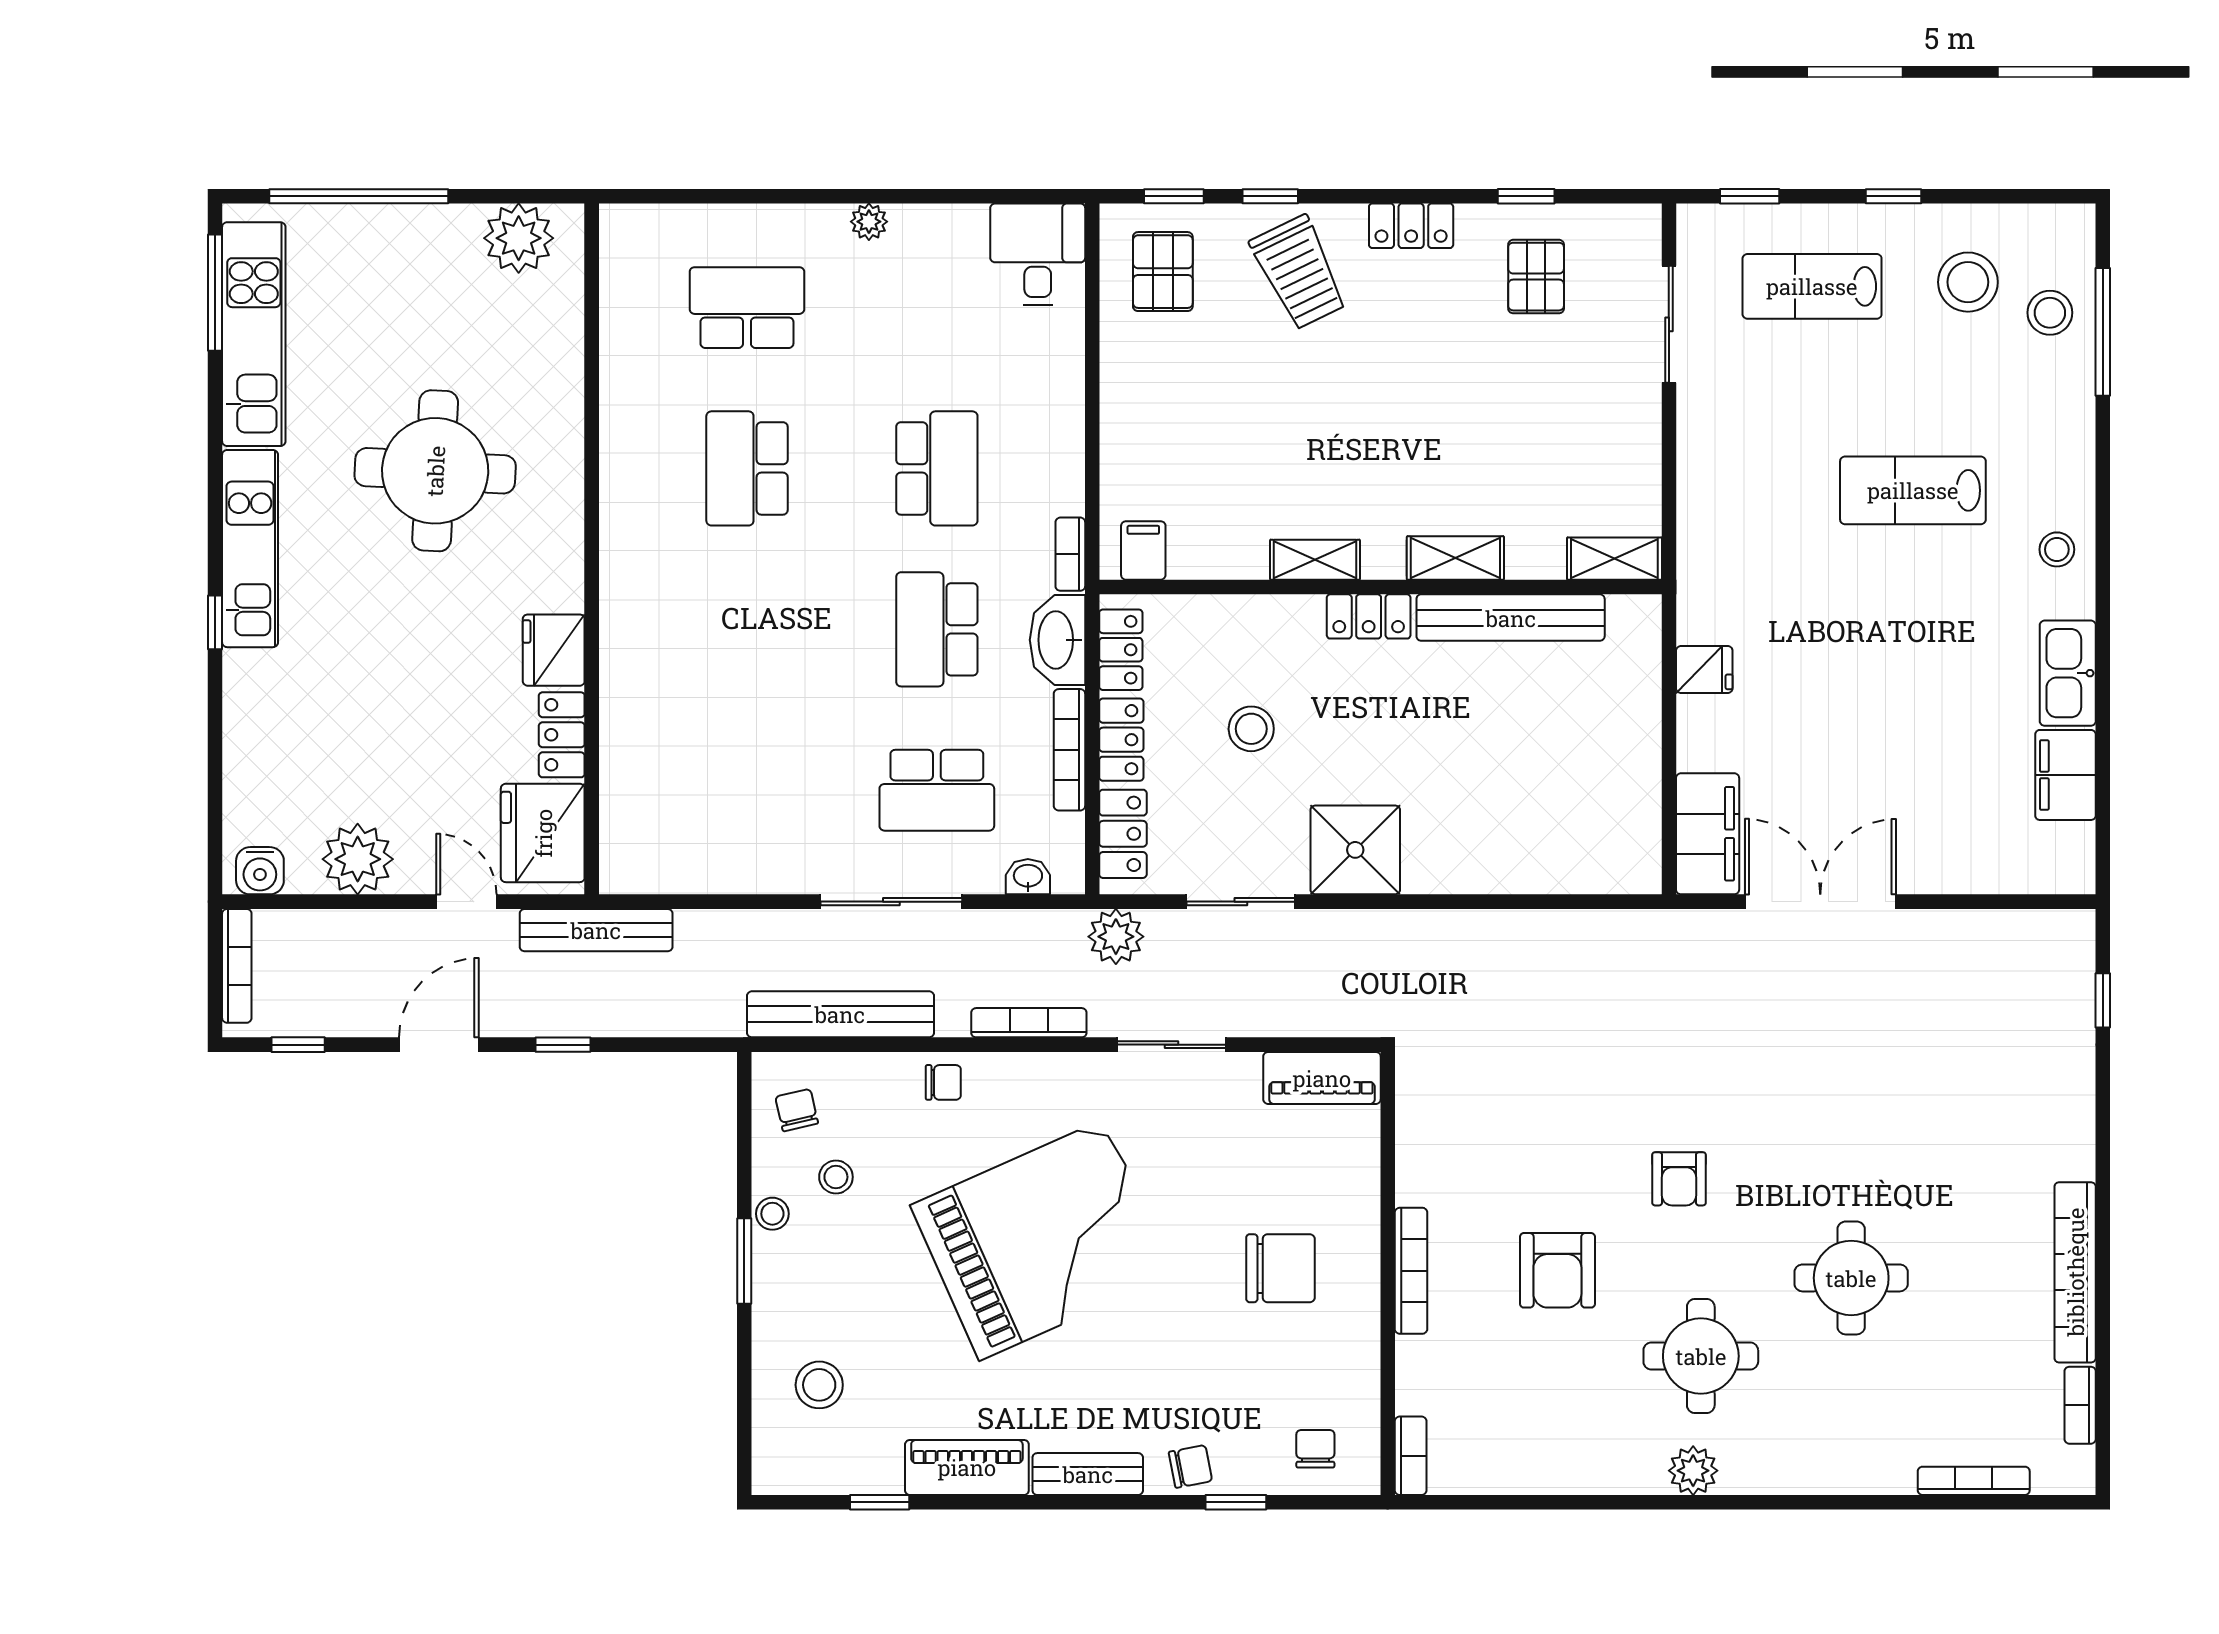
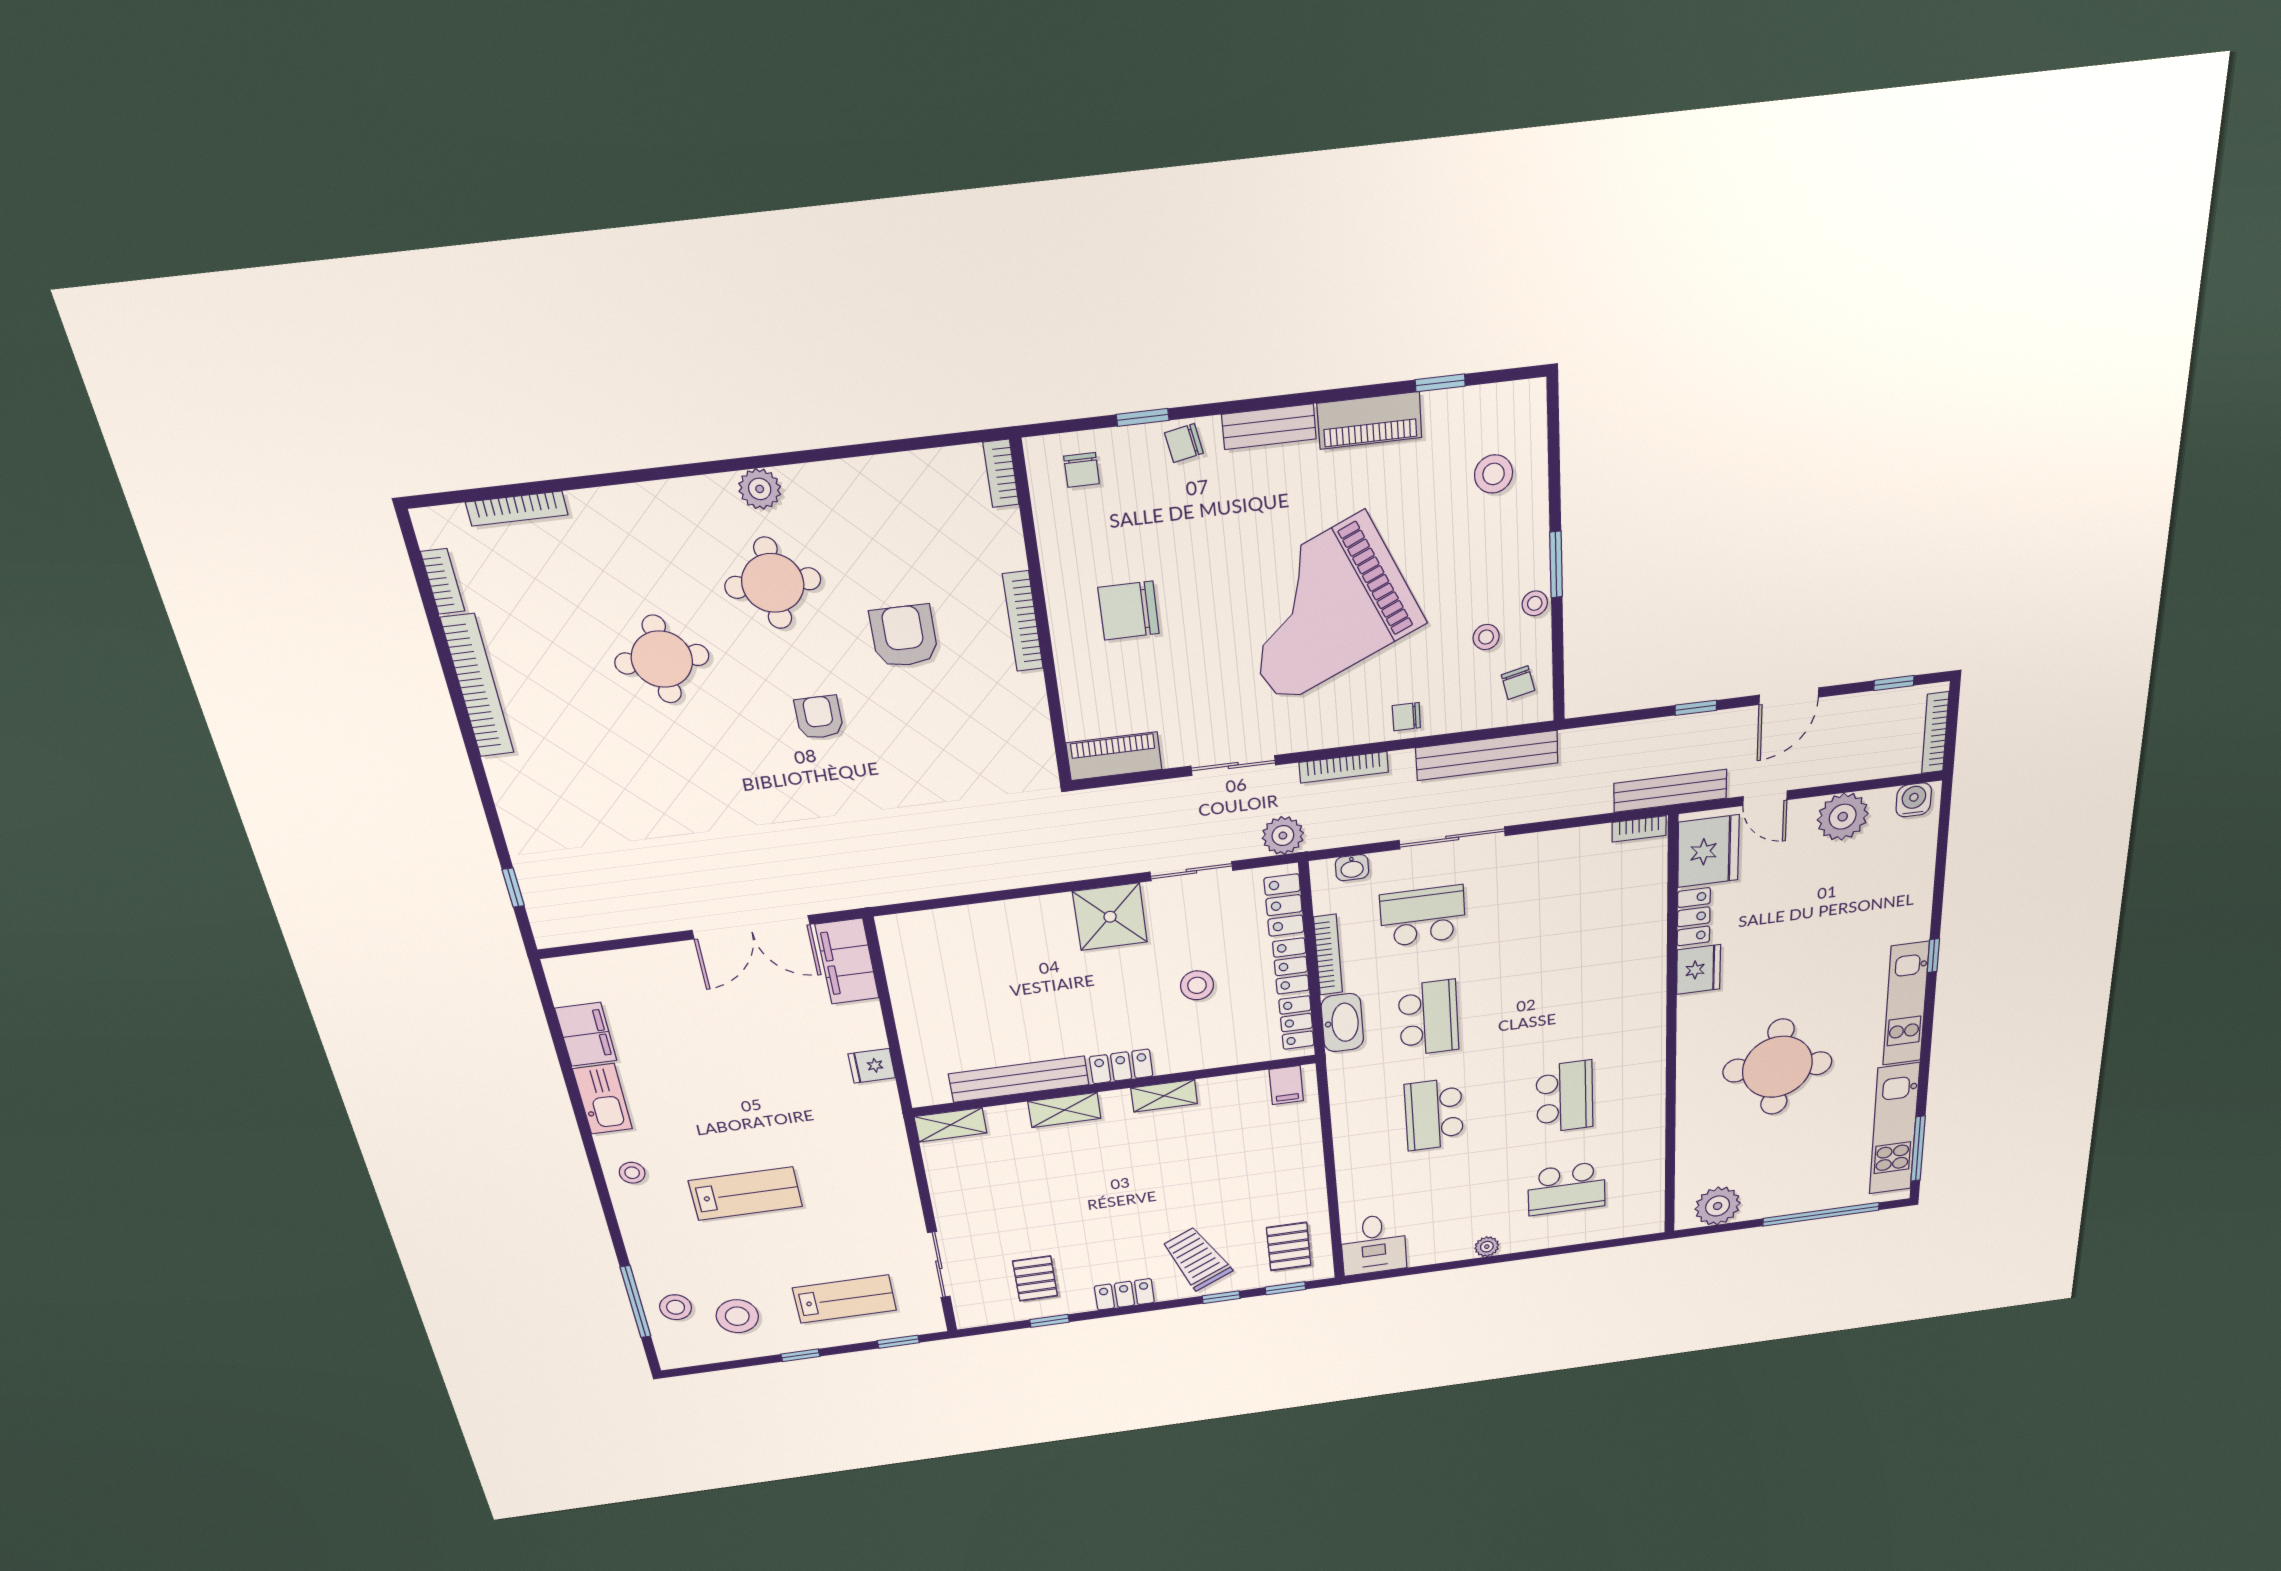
bookcase: (1070, 554) -> (1639, 829), moved, turned 90

